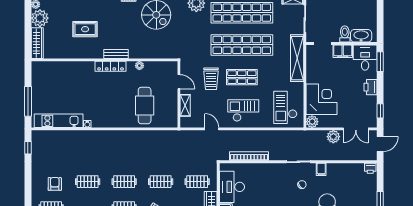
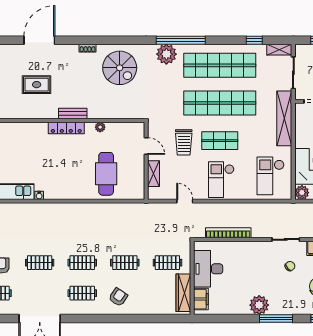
checkout: (243, 111) -> (221, 180), turned -90

